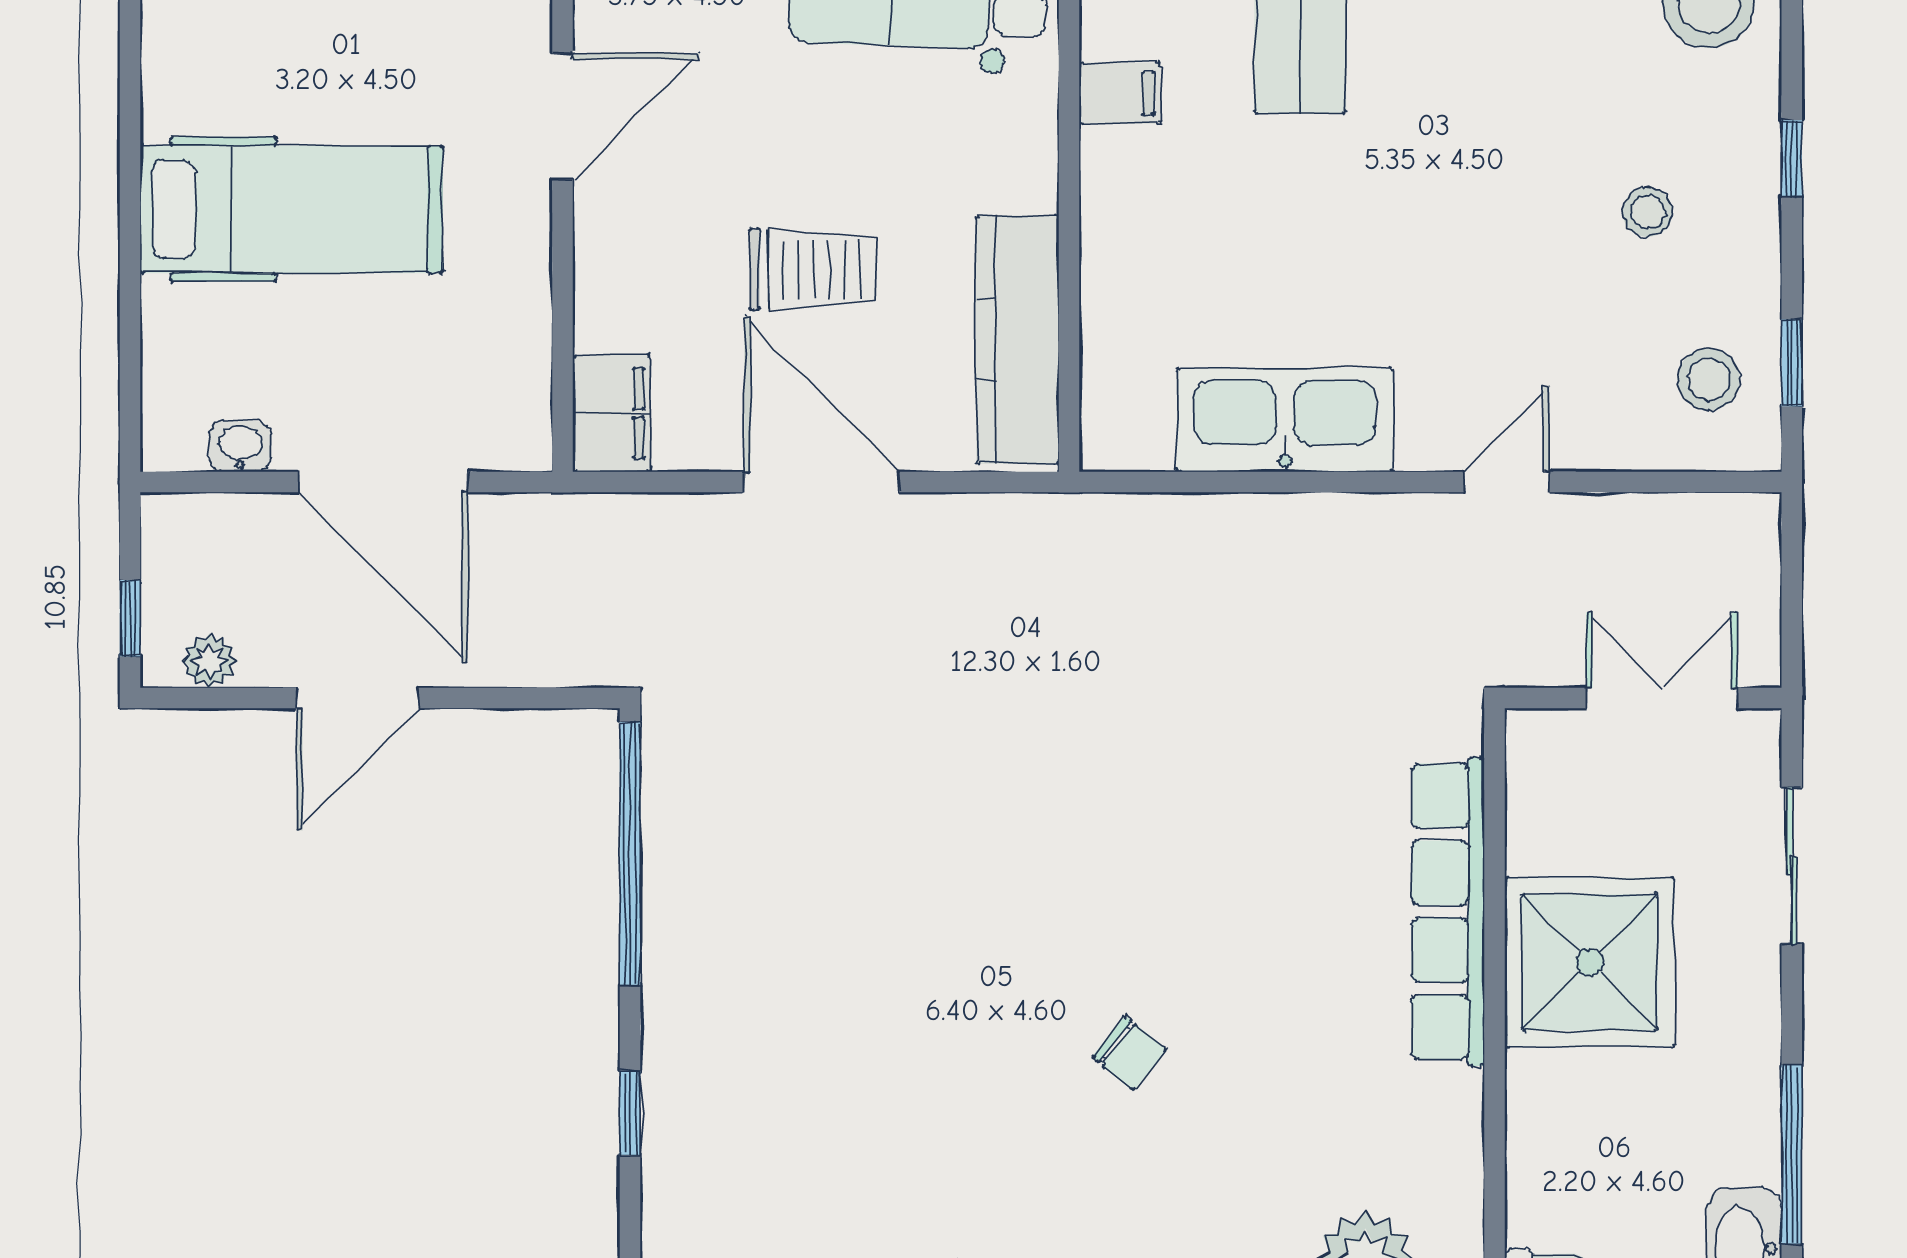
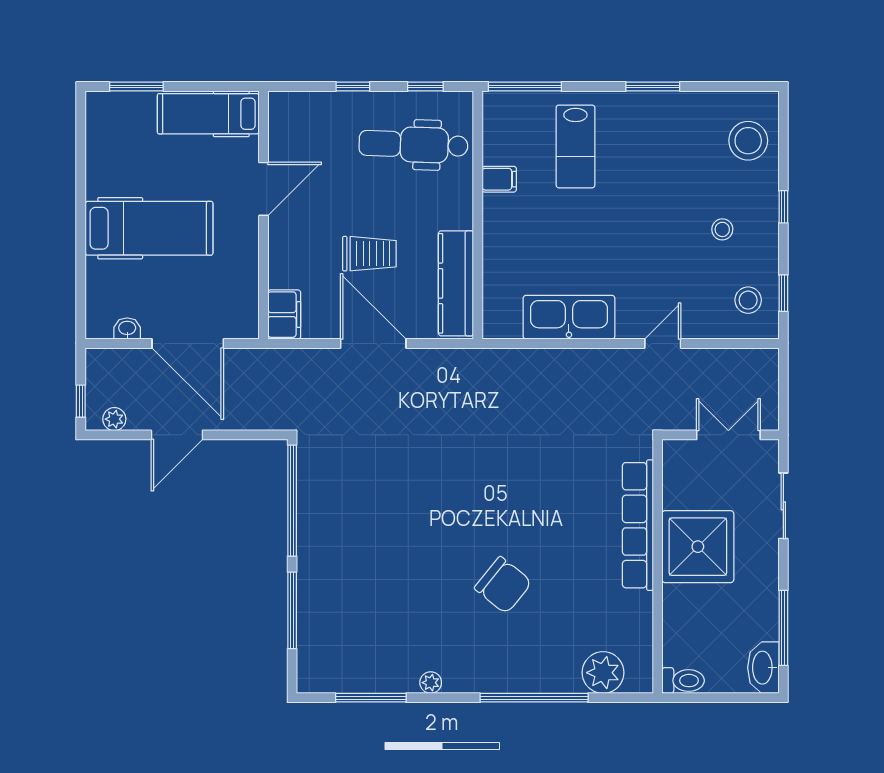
chair: (1129, 1053) -> (503, 585), width x1.87, depth x1.87
window: (630, 1113) -> (292, 610), width x2.17

